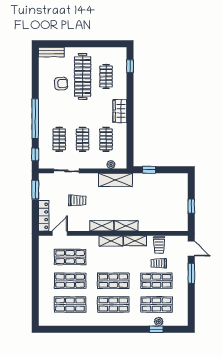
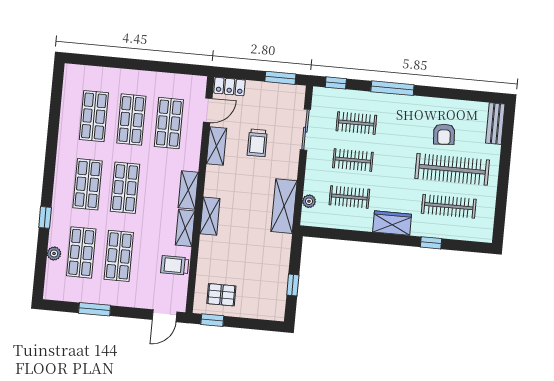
window: (130, 66) -> (431, 243), moved
clothes rail: (106, 76) -> (449, 206), width x1.36
window: (35, 119) -> (392, 88), width x0.68
window: (149, 170) -> (293, 285), moved
window: (191, 206) -> (212, 320), moved
pallet: (175, 214) -> (221, 295), added
locker: (44, 216) -> (230, 87), width x0.66
shelving: (102, 226) -> (216, 146), moved
door: (60, 233) -> (208, 110), hinge flipped
trolley: (159, 263) -> (146, 262), removed
window: (191, 273) -> (95, 309), moved
window: (156, 329) -> (45, 217), moved

